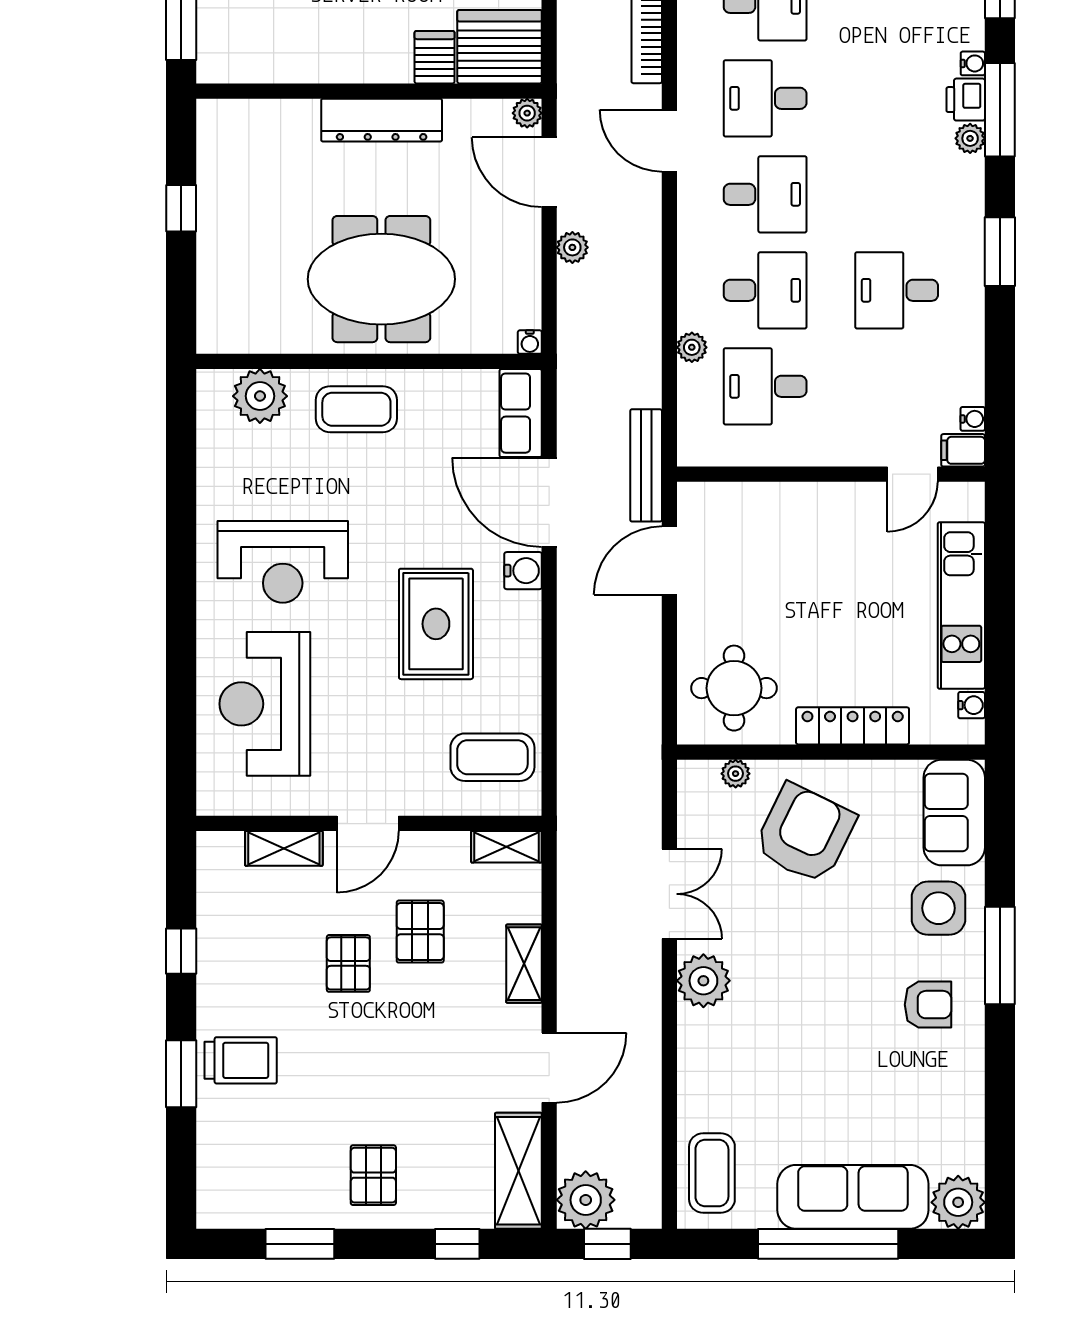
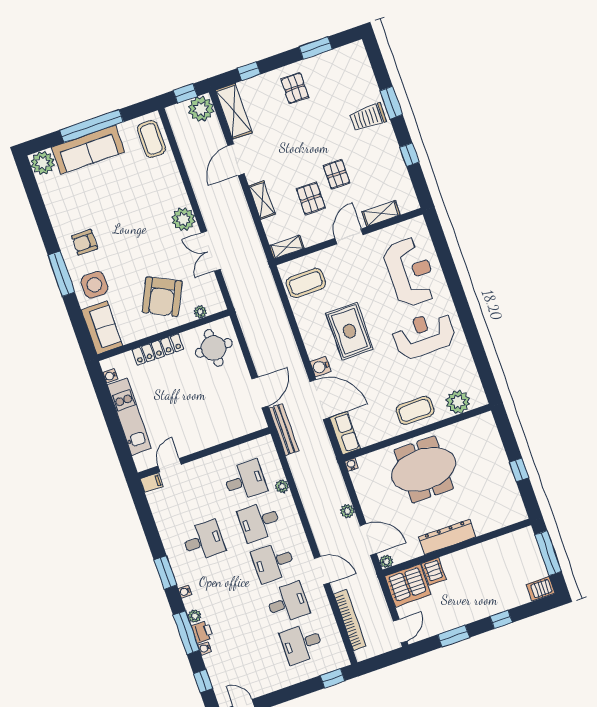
water cooler: (973, 419) -> (185, 592), moved

